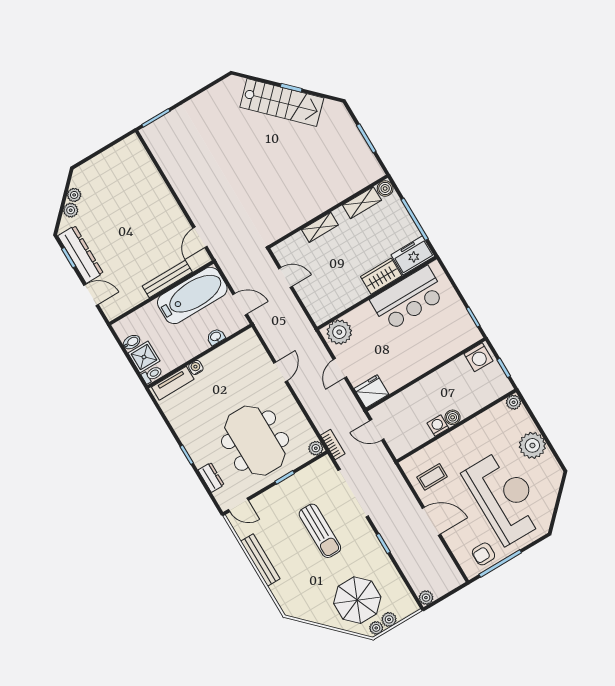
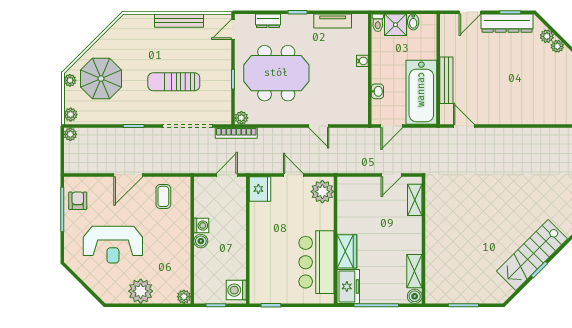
shelving: (320, 227) -> (415, 200), moved
tv unit: (173, 383) -> (333, 21), moved, turned -90
bookcase: (333, 444) -> (236, 133), width x1.56
reception desk: (505, 497) -> (113, 245), width x0.74, depth x0.77
plant: (389, 619) -> (71, 115), moved

